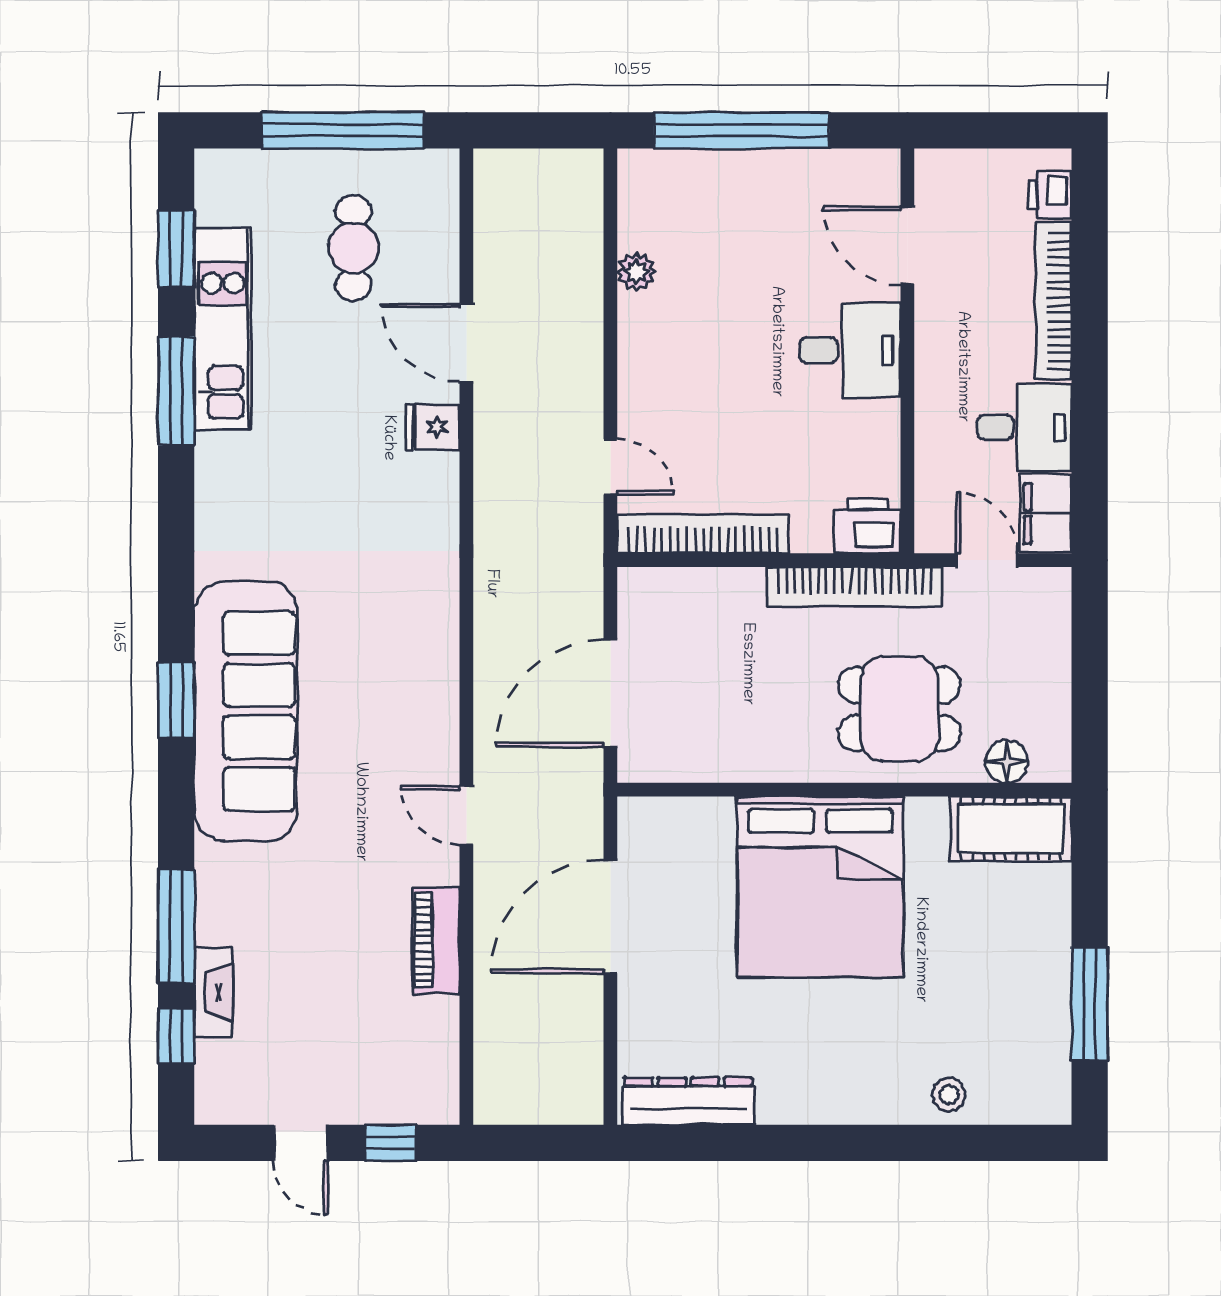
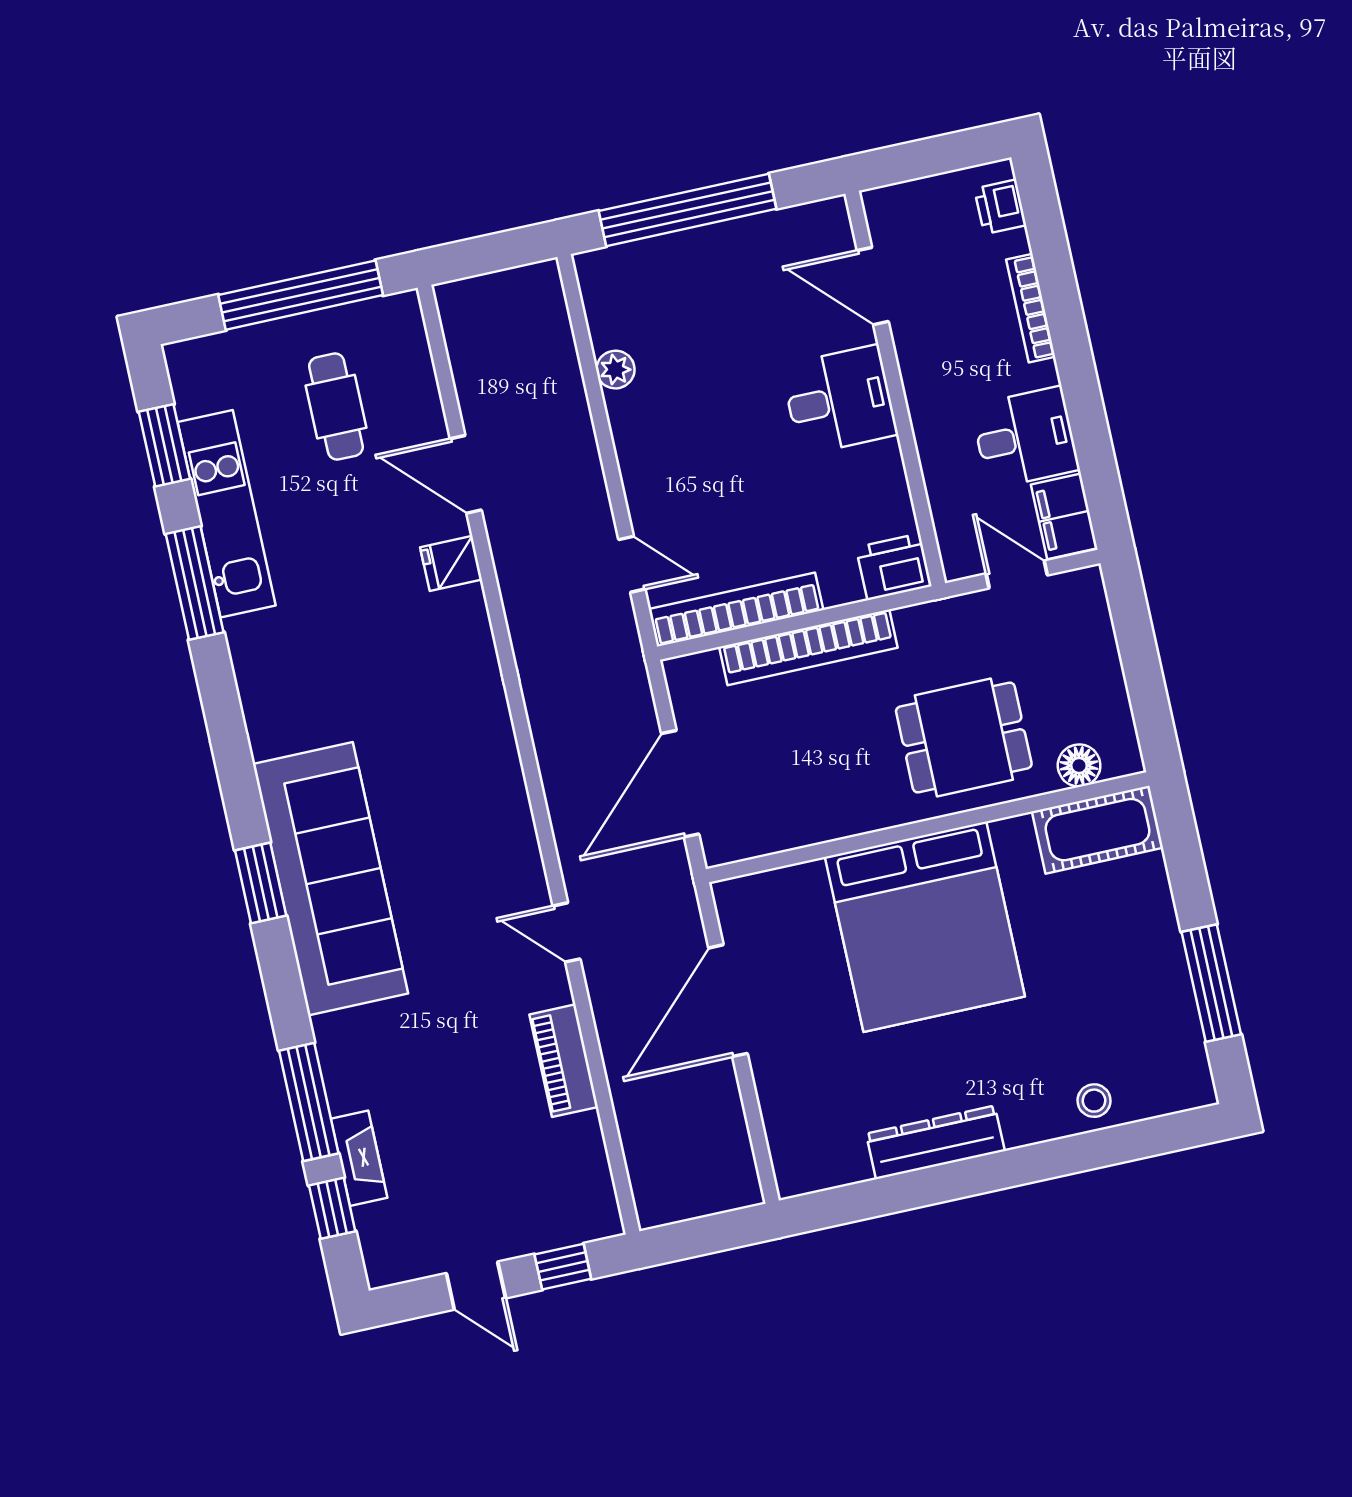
bookcase: (1054, 301) -> (1031, 308), width x0.68, depth x0.76
bookcase: (855, 587) -> (808, 647), moved
dresser: (688, 1101) -> (935, 1142), moved

